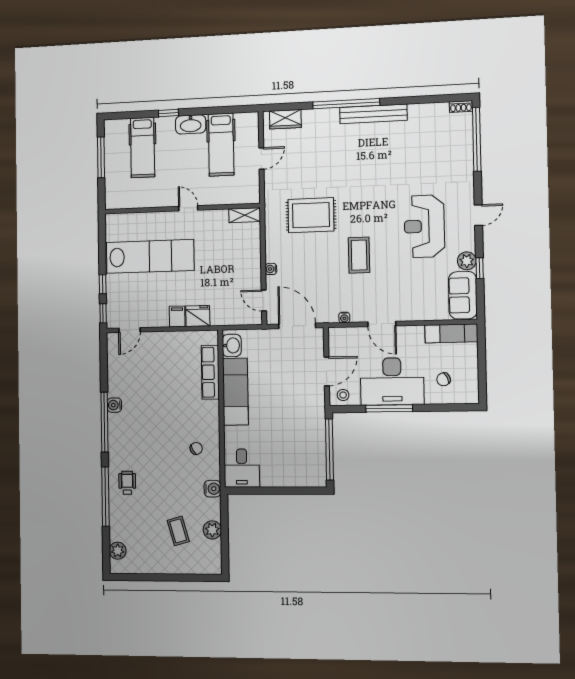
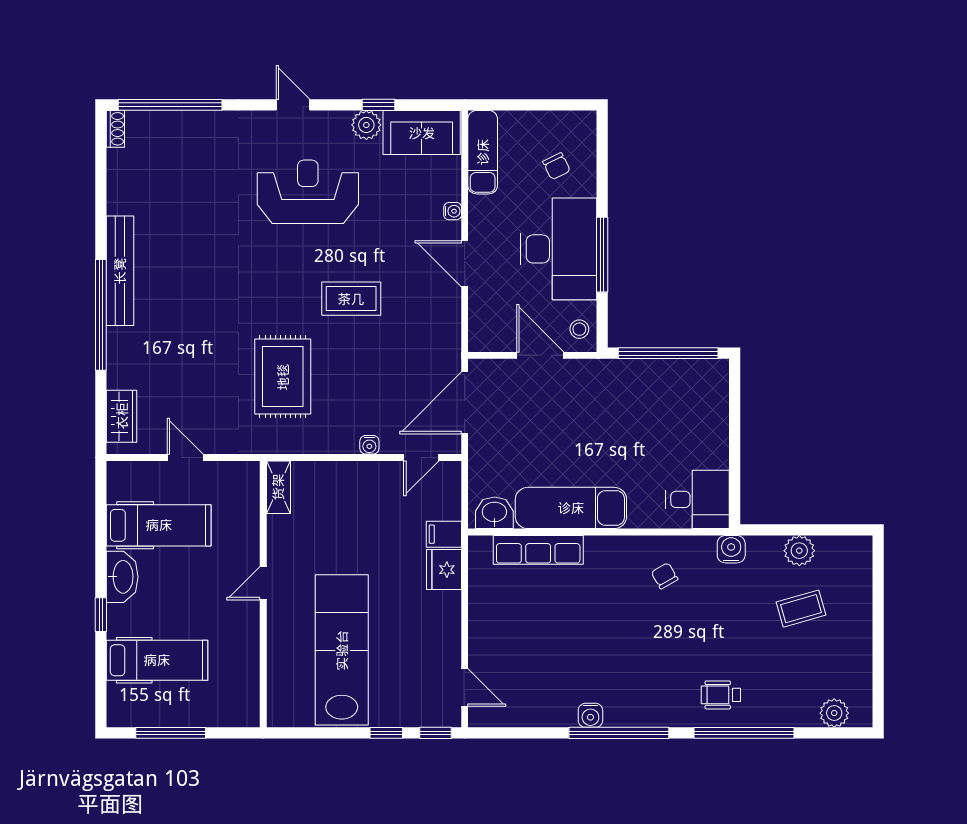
reception desk: (424, 226) -> (308, 192), turned 180
filing cabinet: (177, 316) -> (444, 534), moved
water cooler: (344, 317) -> (453, 211), moved
door: (382, 324) -> (465, 264), swing flipped

